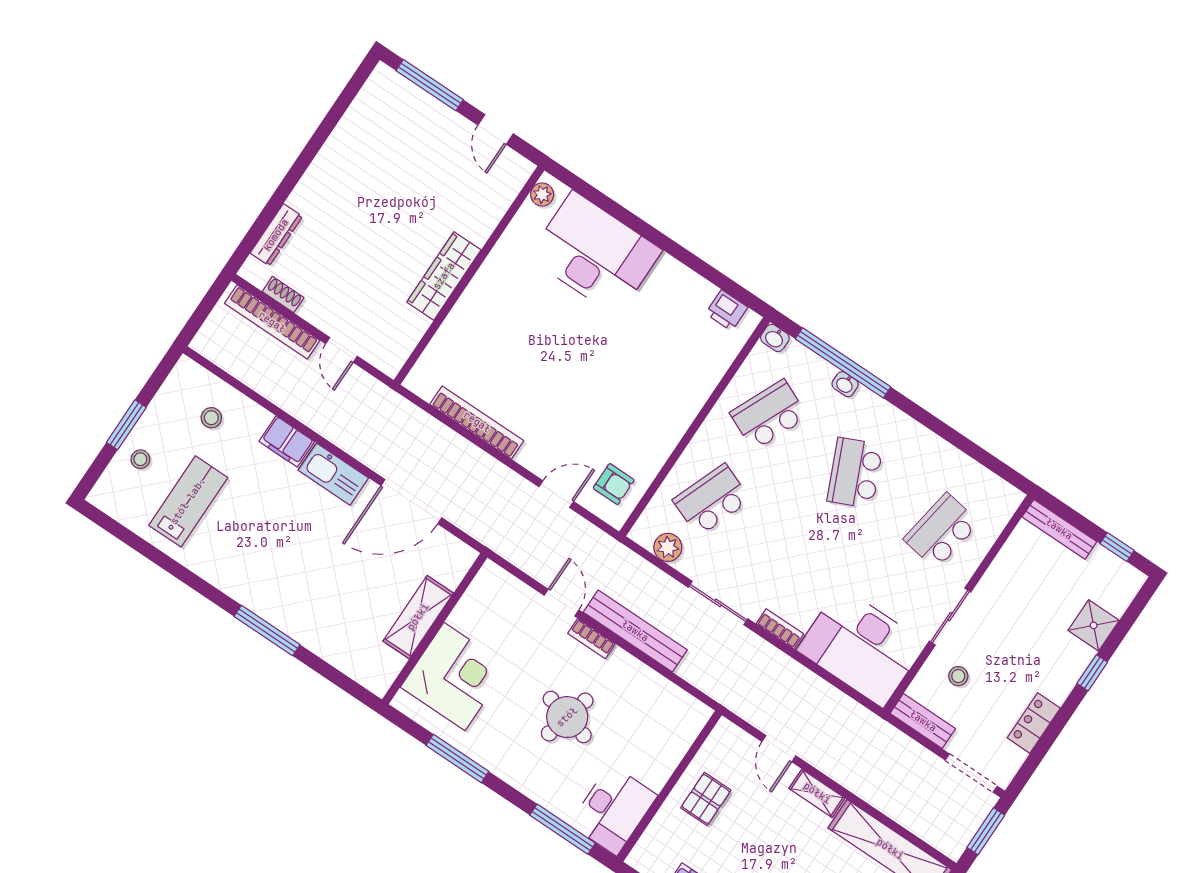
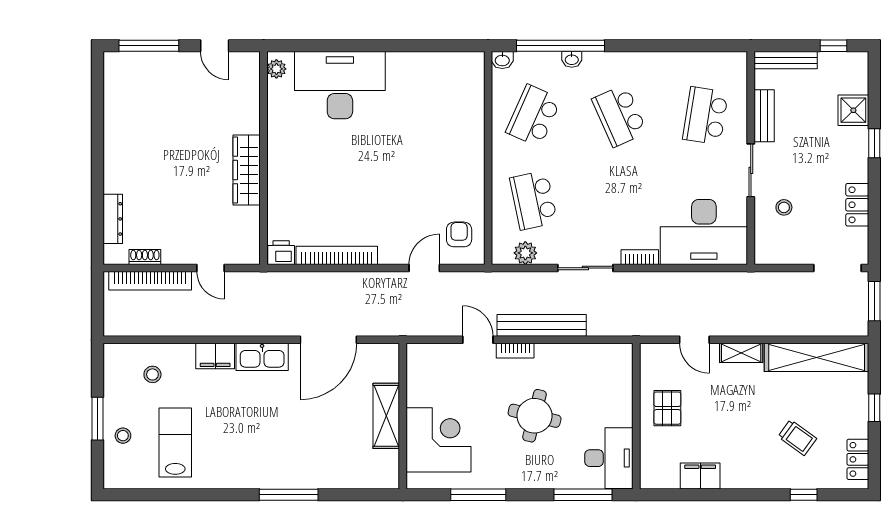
printer: (727, 310) -> (281, 253), moved, turned 180
armchair: (614, 484) -> (459, 234), turned -90
school desk: (712, 500) -> (534, 200), turned -33
bench: (923, 721) -> (764, 116), moved, turned 90

